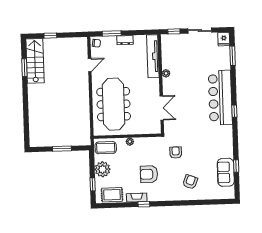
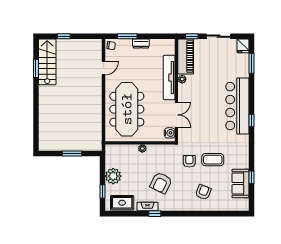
piano: (169, 51) -> (186, 56), added
tv unit: (153, 56) -> (169, 78), moved
water cooler: (156, 126) -> (170, 133), added
coffee table: (106, 148) -> (213, 160), moved
armchair: (149, 174) -> (161, 183), turned -64

